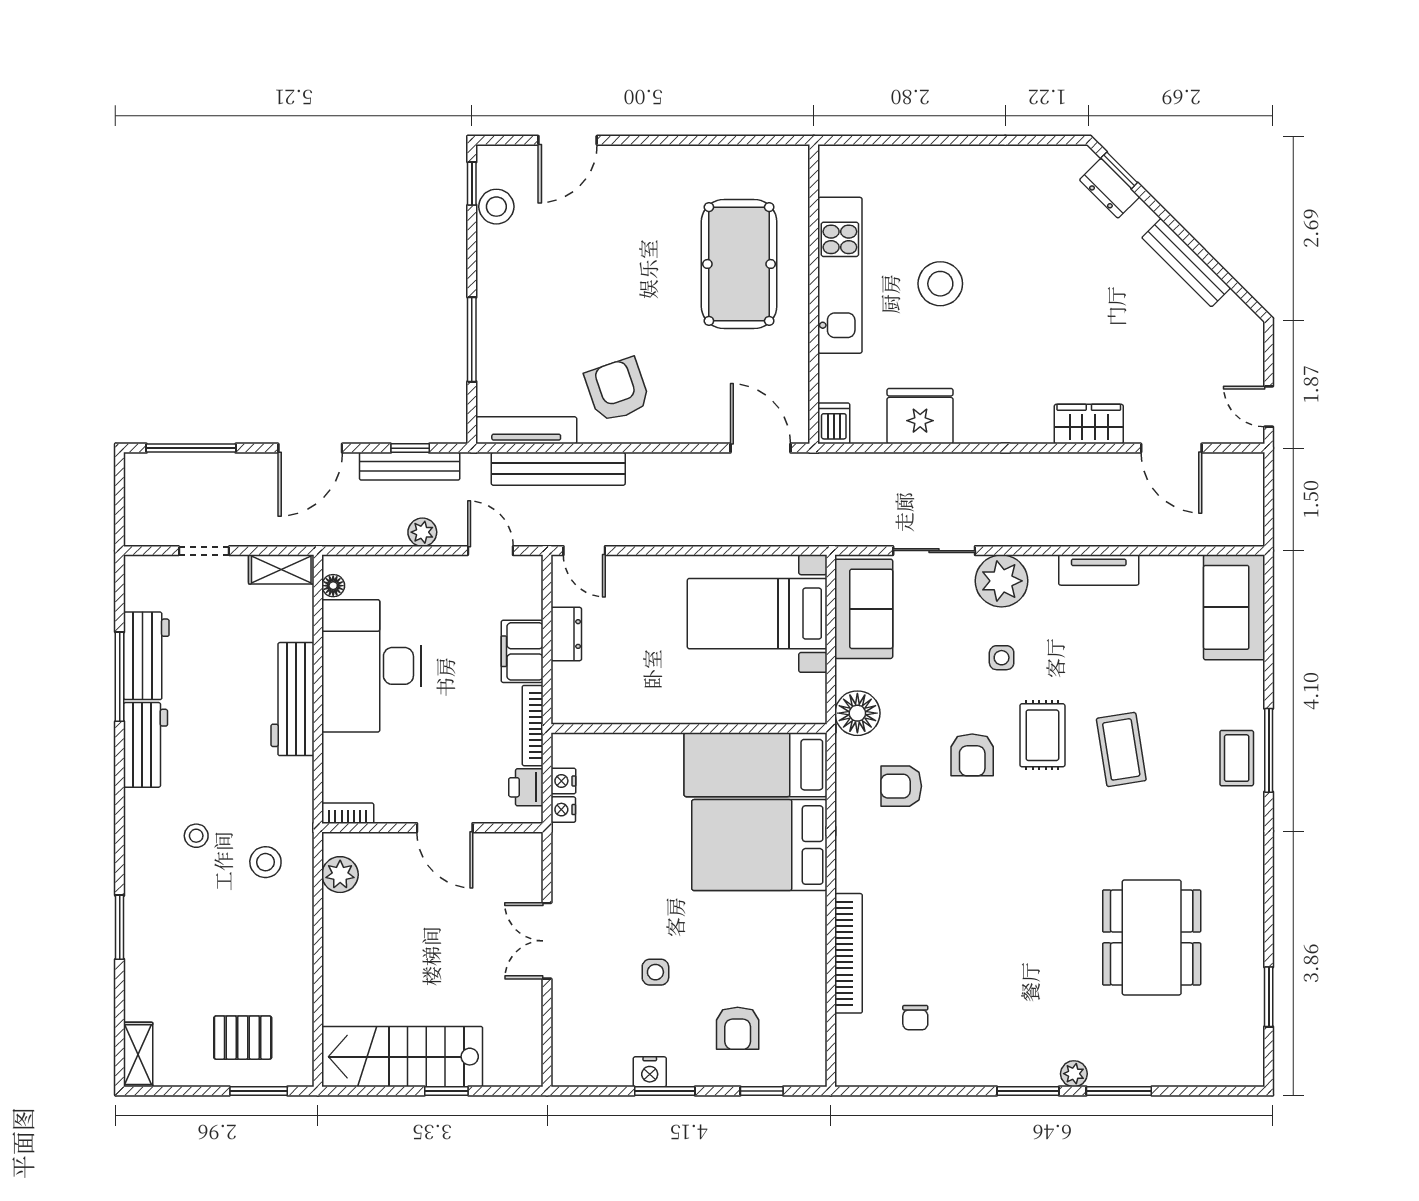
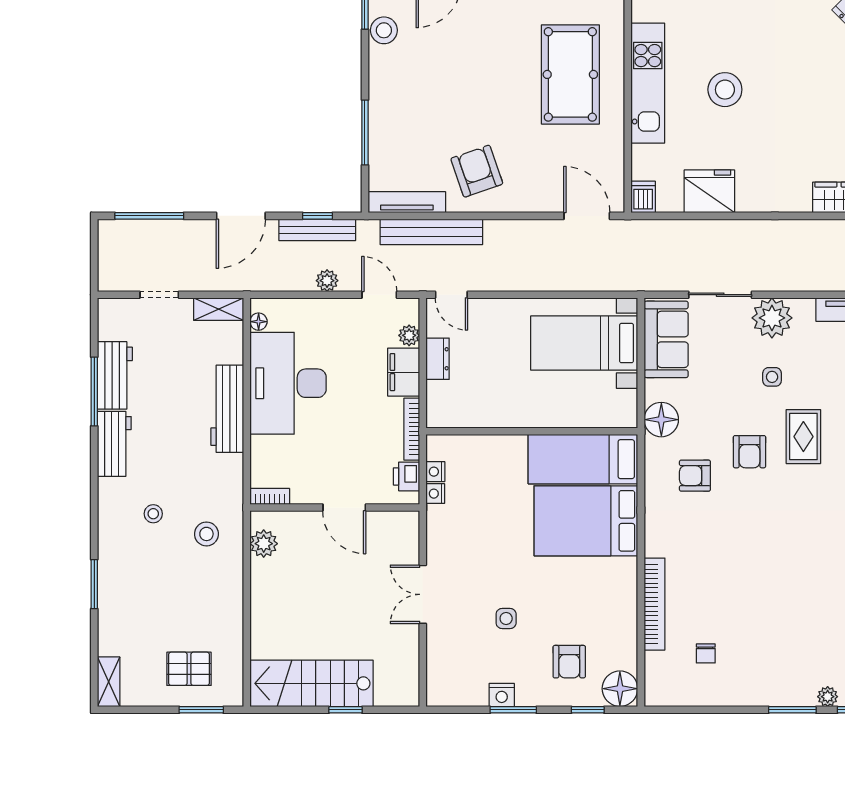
plant: (529, 604) -> (409, 335), added
floor lamp: (804, 1063) -> (620, 689), added

